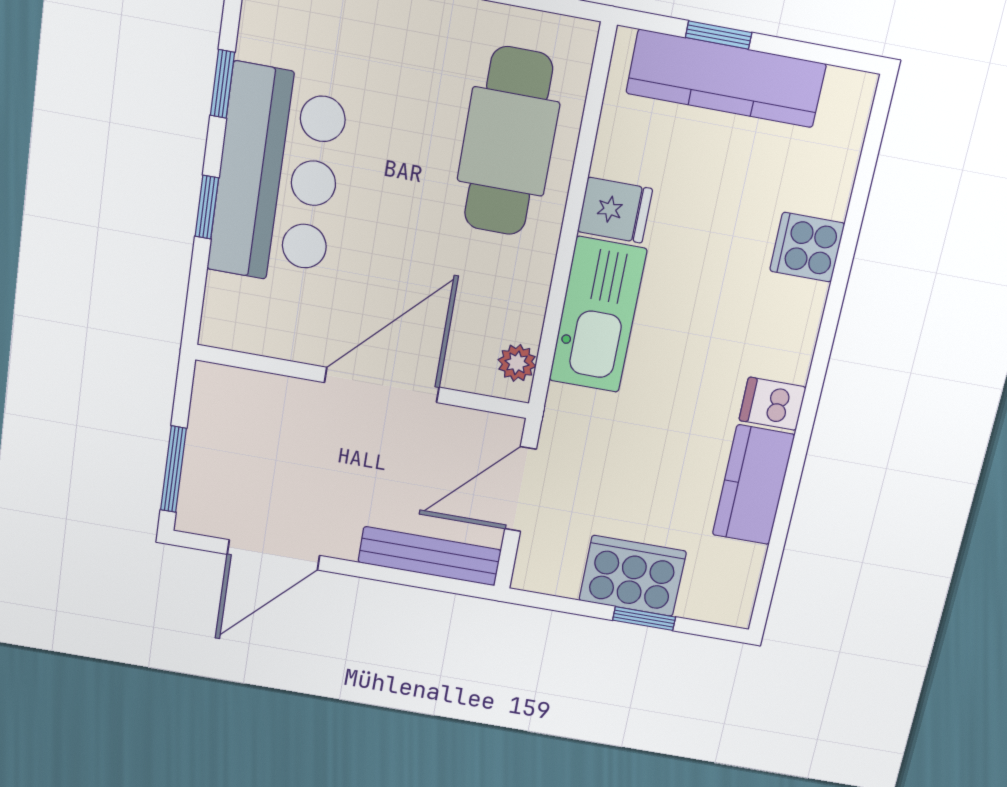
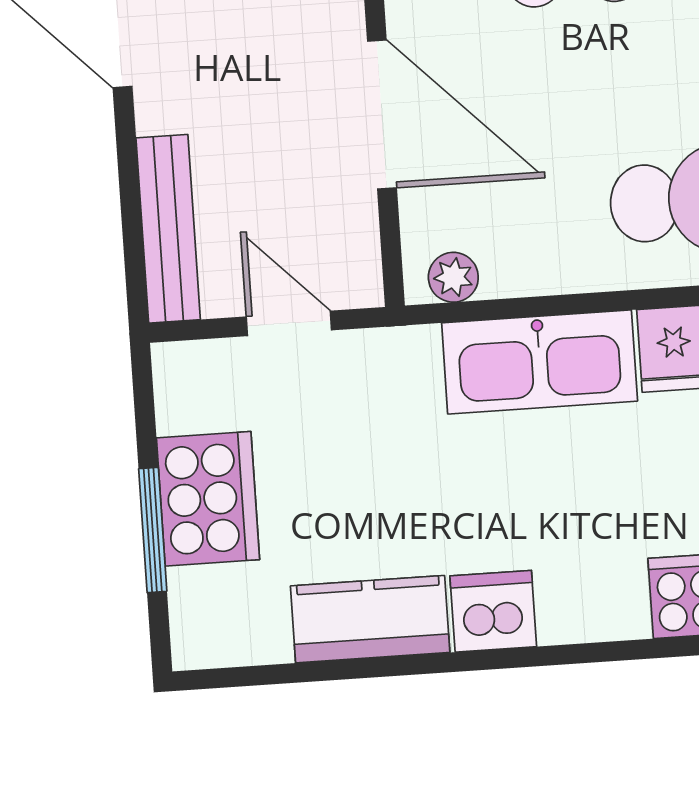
dishwasher: (772, 404) -> (493, 611), width x1.38
door: (520, 489) -> (289, 323), width x0.73
window: (644, 619) -> (153, 530), width x1.50

